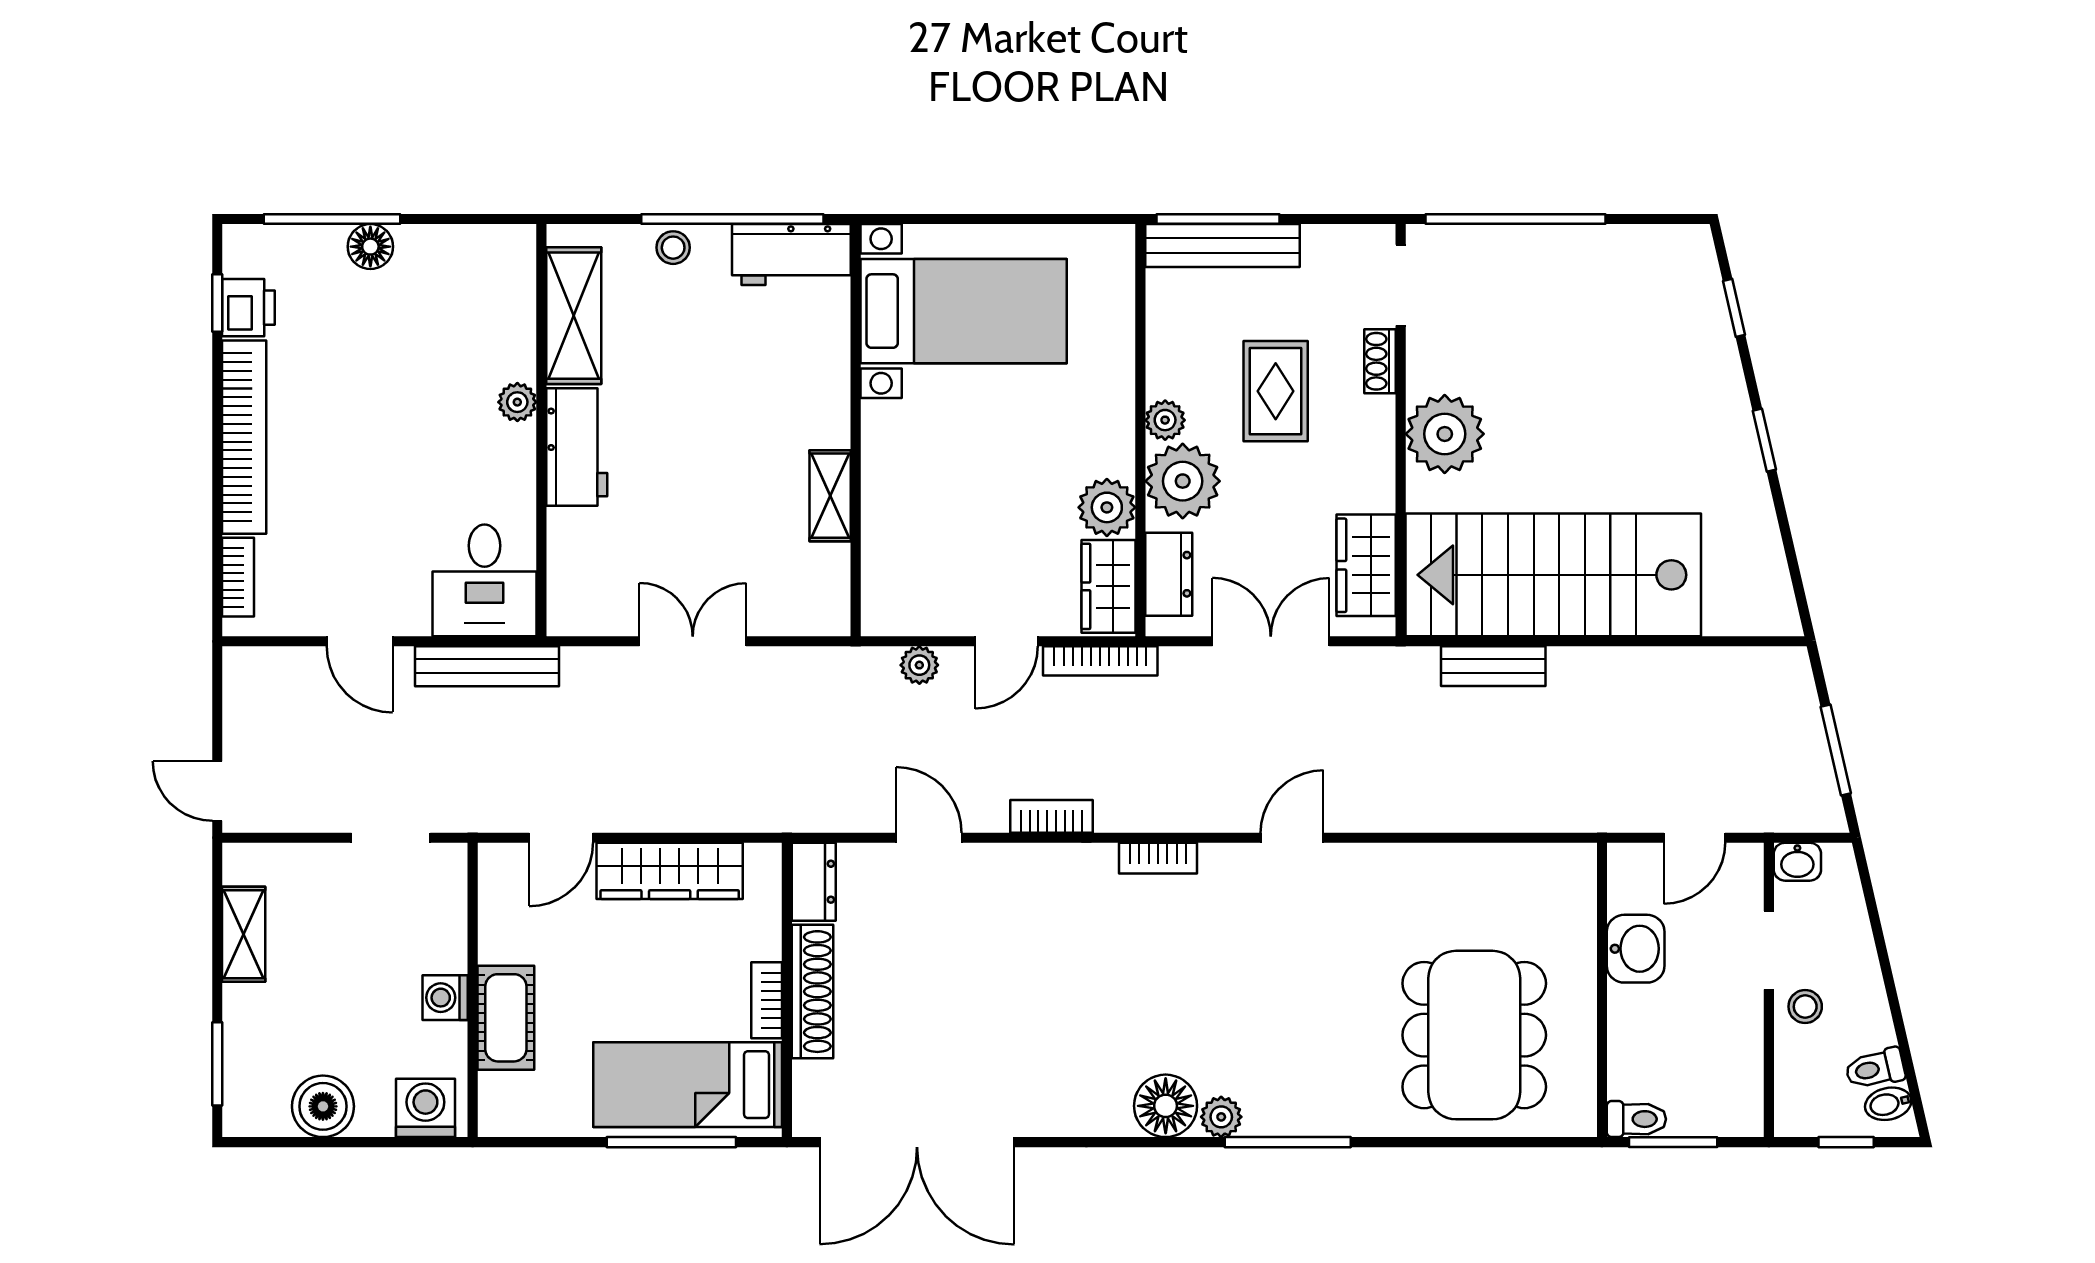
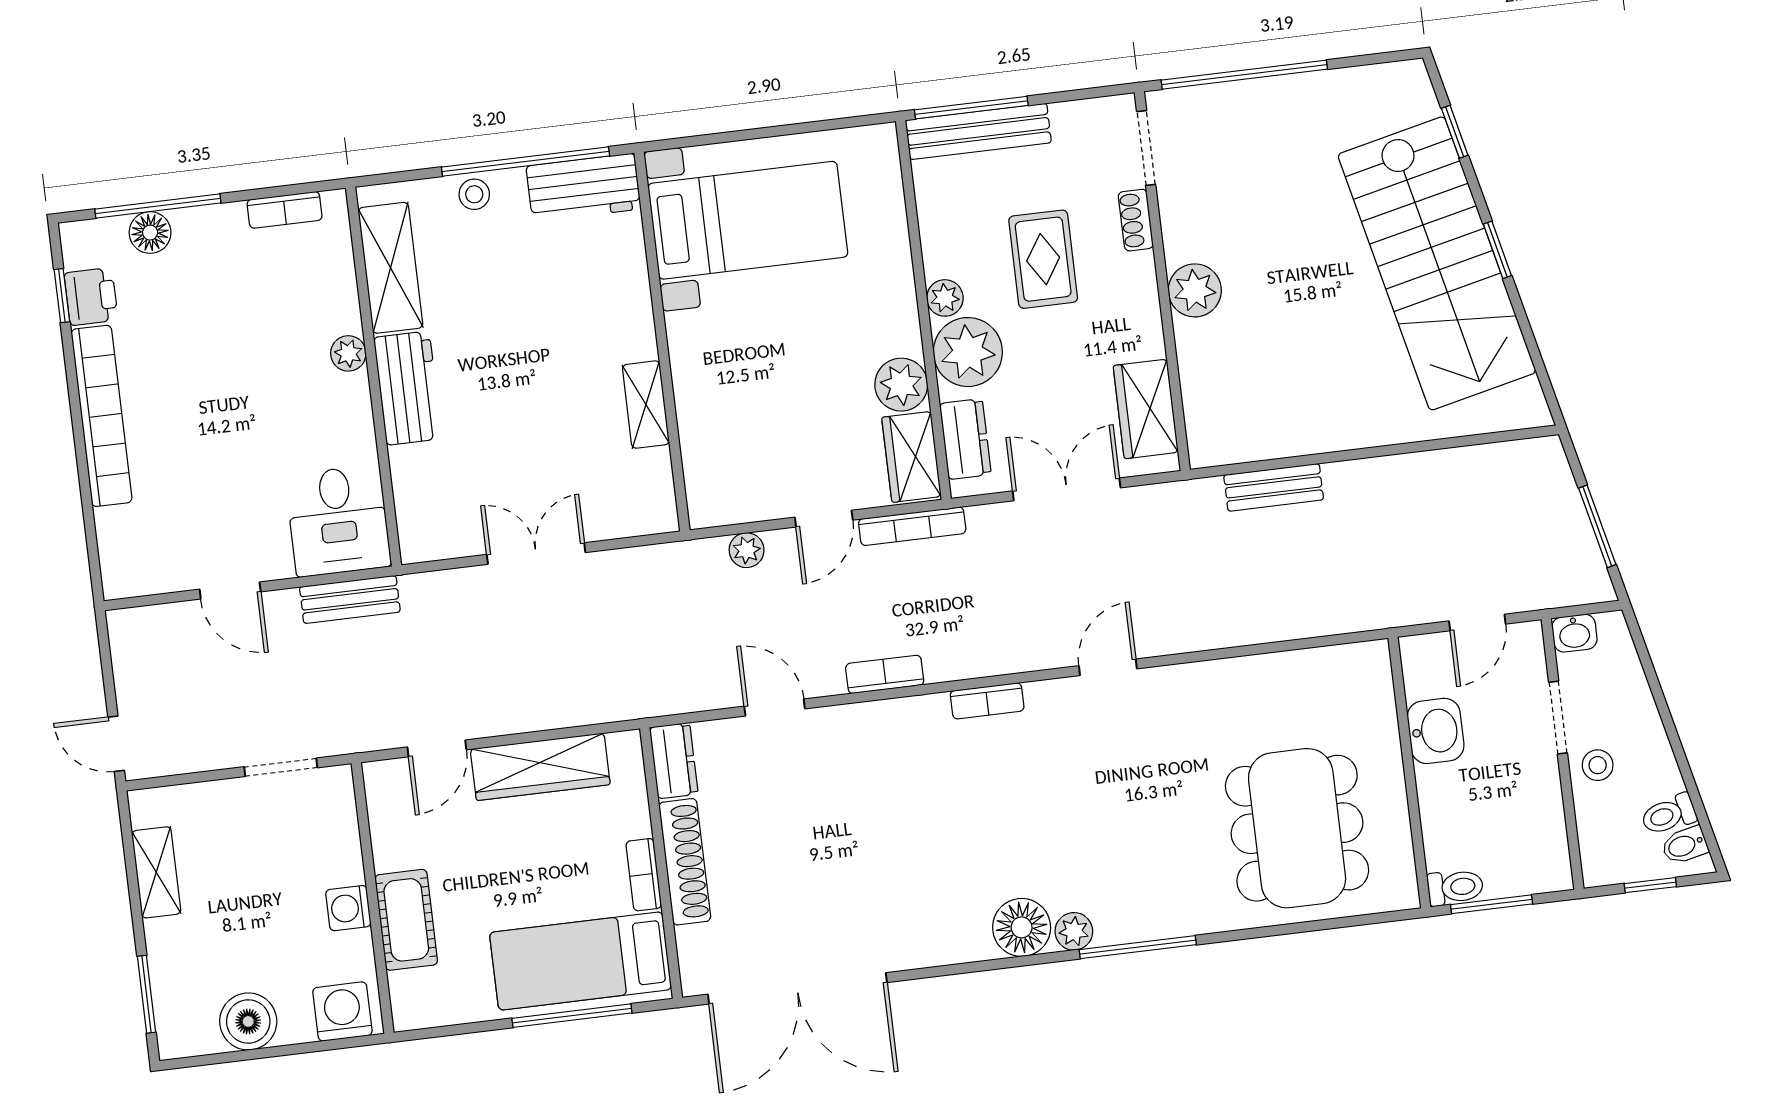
floor lamp: (370, 247) -> (150, 233), moved
plant: (1445, 434) -> (1195, 290), width x0.73, depth x0.73
stairs: (1553, 575) -> (1437, 263), moved, turned -103
bookcase: (238, 577) -> (285, 210), moved, turned 90
bench: (487, 666) -> (350, 599), width x0.73

